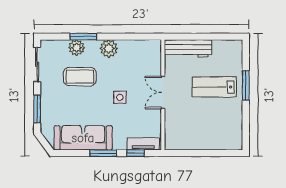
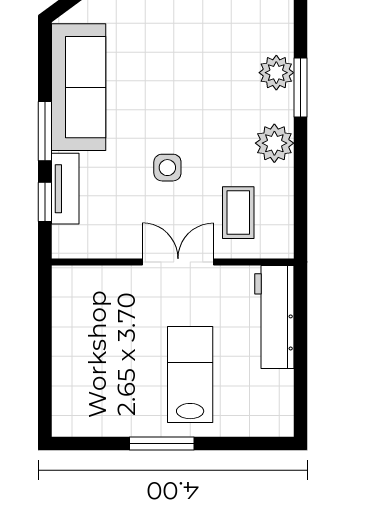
coffee table: (80, 77) -> (238, 213), moved, width x0.73, depth x0.77
window: (246, 85) -> (162, 443), moved
tv unit: (143, 144) -> (65, 189), moved

